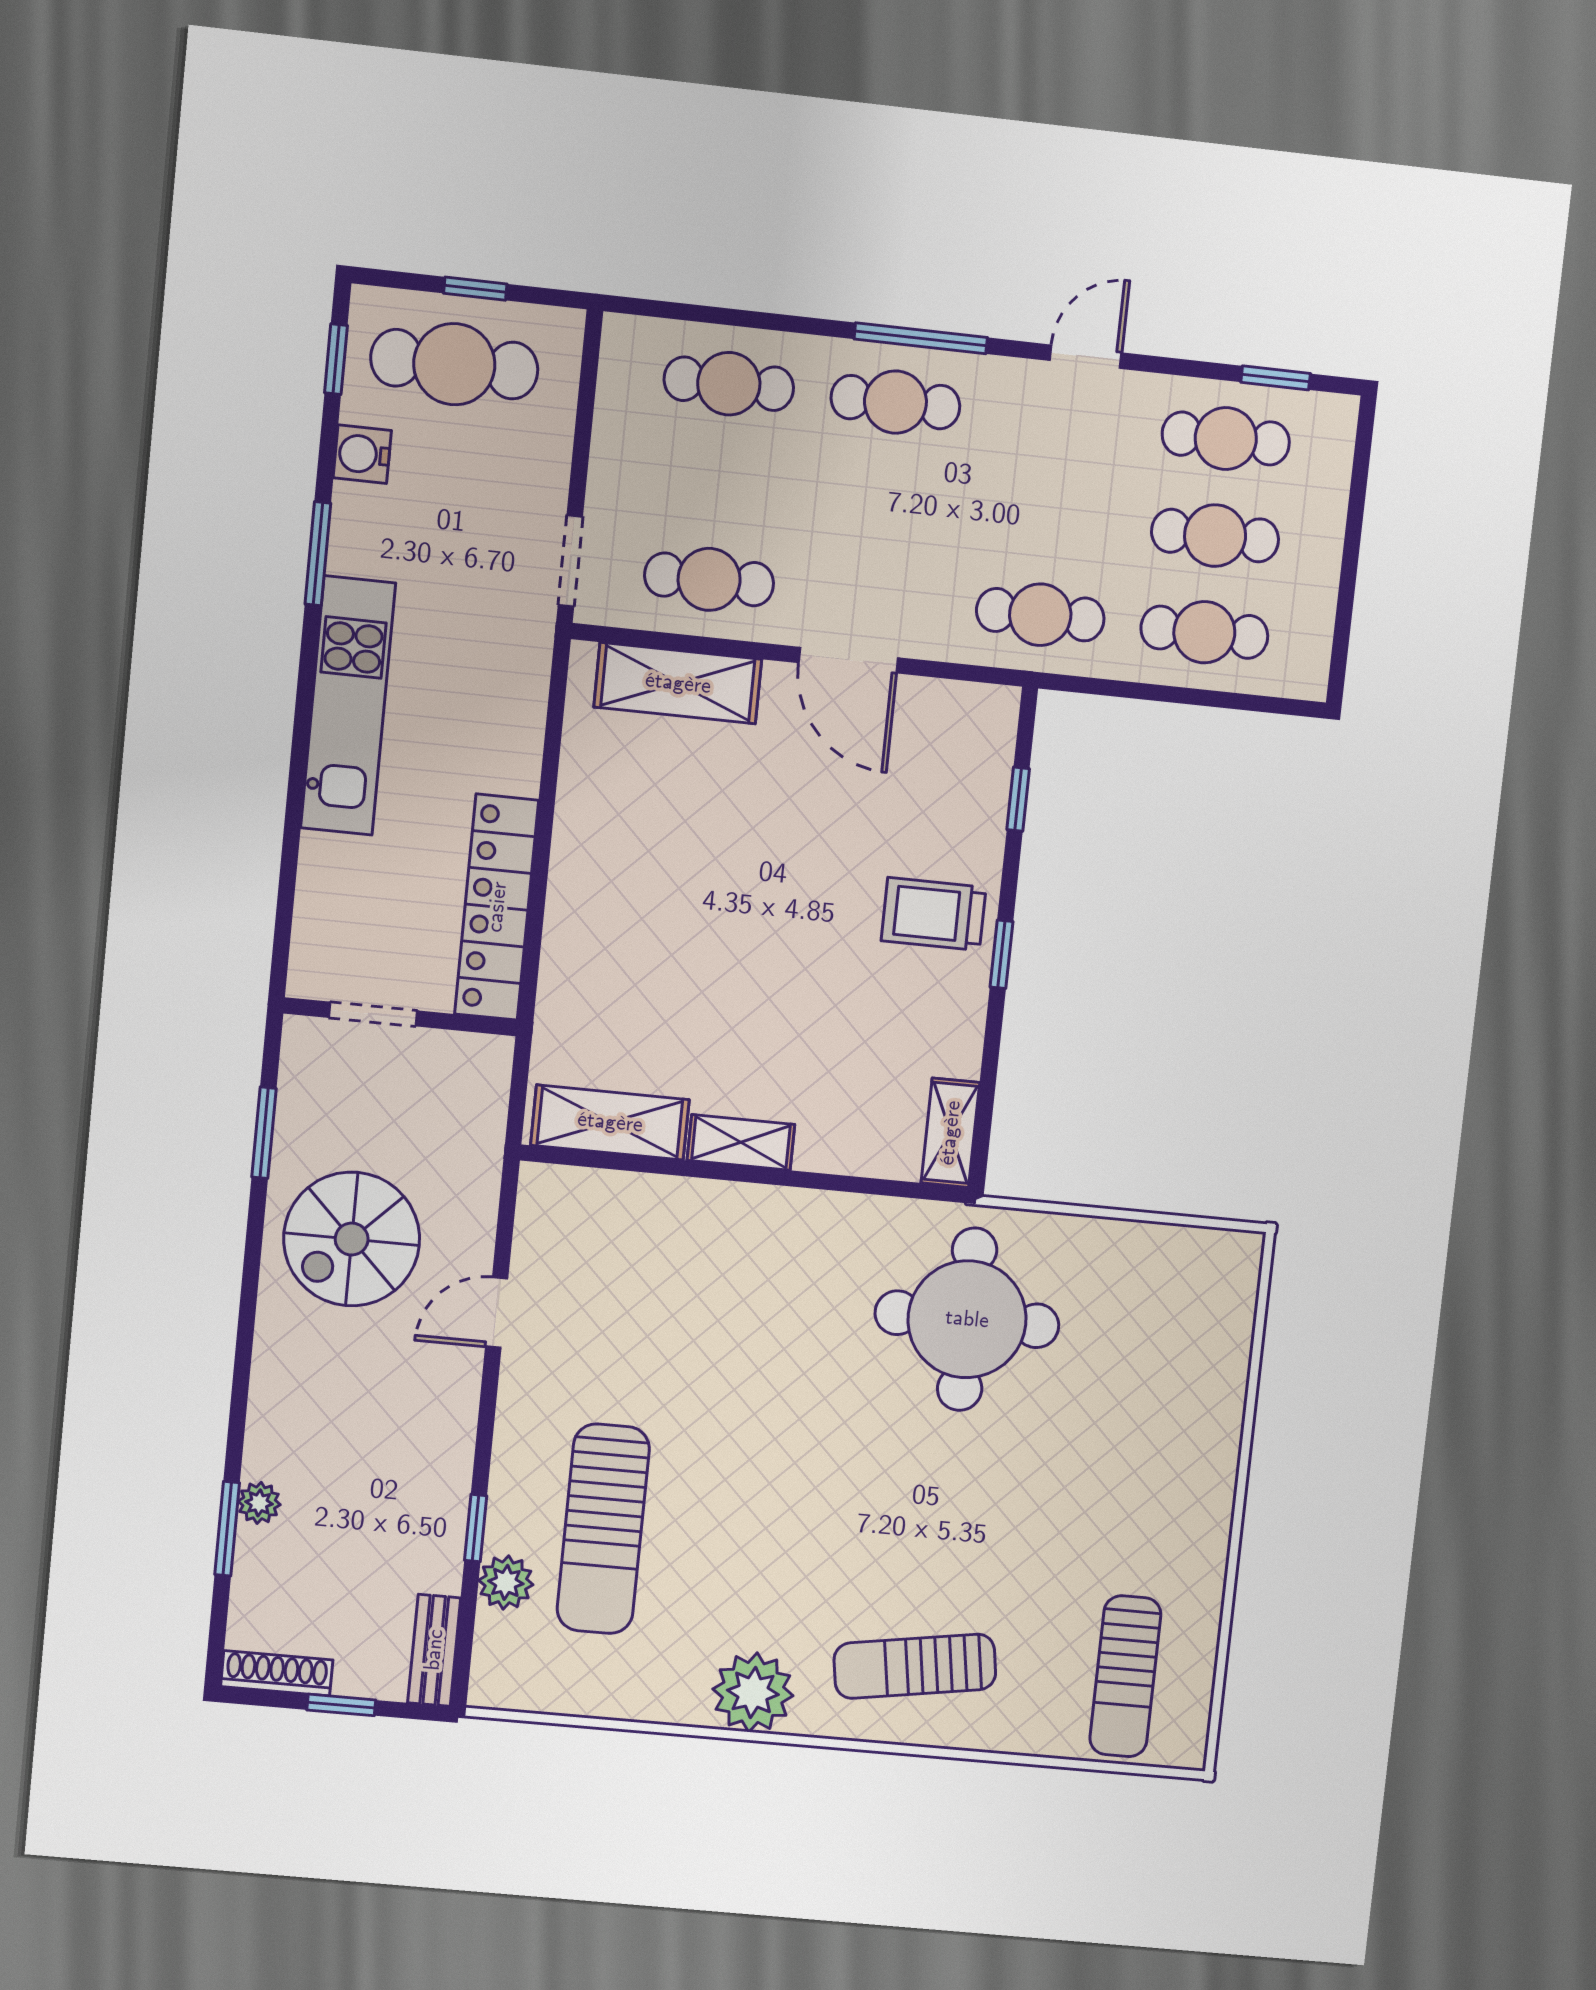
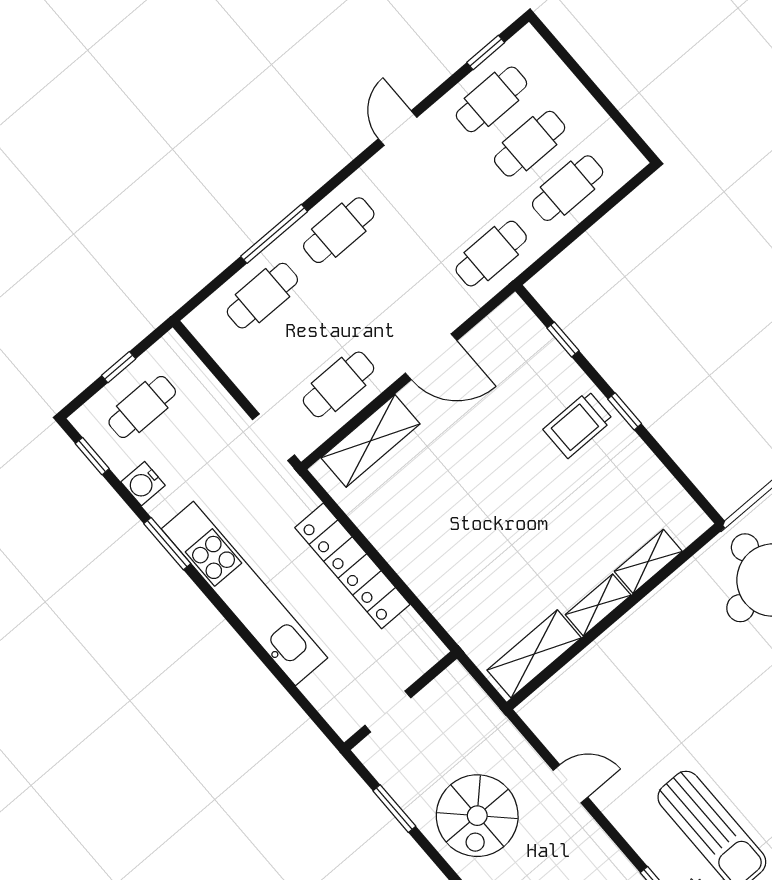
window: (921, 338) -> (274, 234), moved
cafe table: (454, 364) -> (142, 407), width x0.73, depth x0.74
kitchen unit: (348, 706) -> (244, 593), width x1.36
locker: (497, 907) -> (352, 566), moved
shelving: (950, 1133) -> (648, 561), moved, turned 90
door: (497, 1313) -> (570, 784), swing flipped

